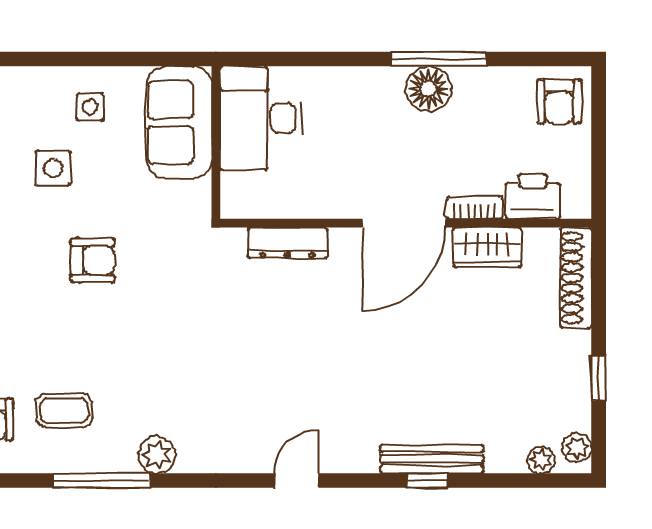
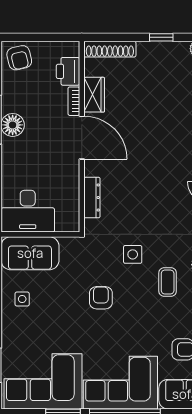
armchair: (559, 102) -> (19, 58), turned 77
side table: (53, 168) -> (133, 254), moved
coffee table: (64, 410) -> (168, 282), moved

